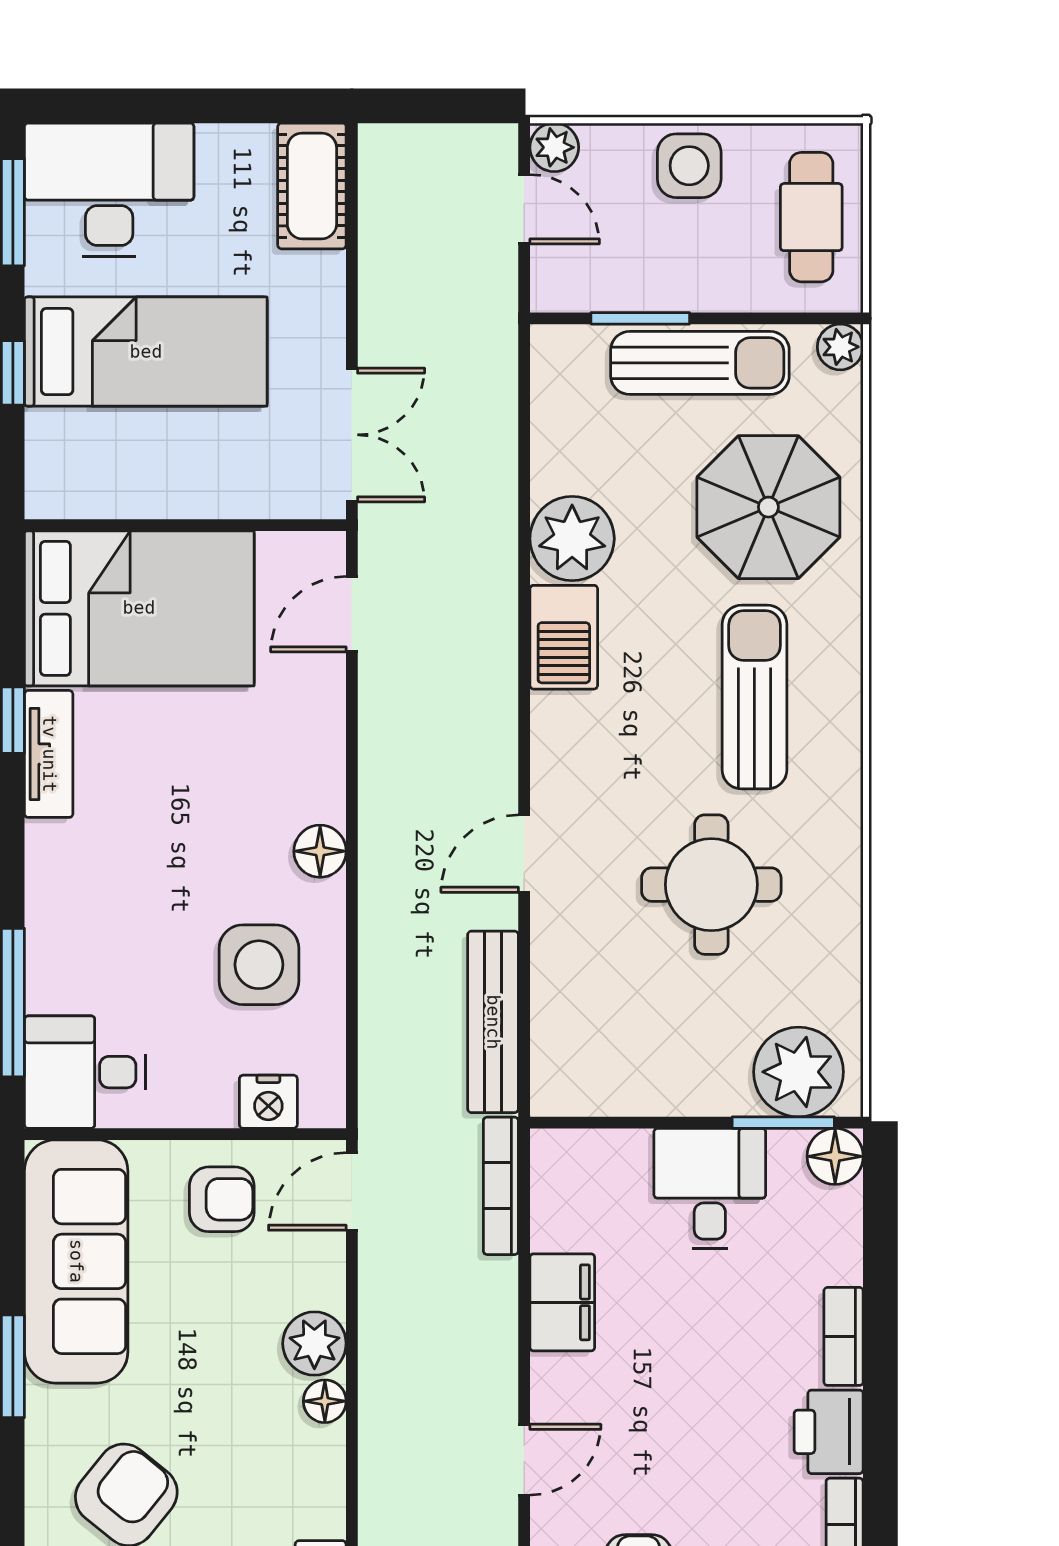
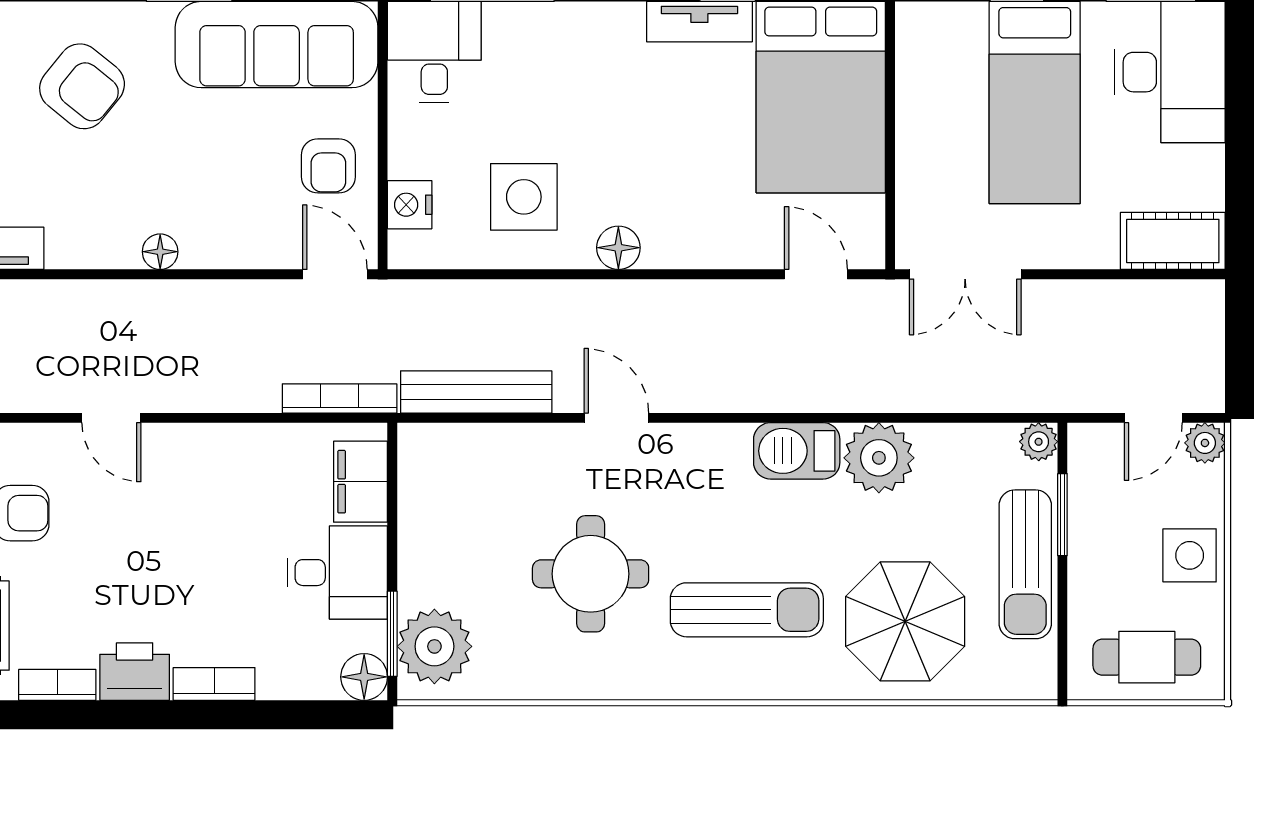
plant: (840, 347) -> (1039, 442), moved
filing cabinet: (562, 1302) -> (361, 482), moved, turned 90
plant: (314, 1344) -> (208, 243), removed

